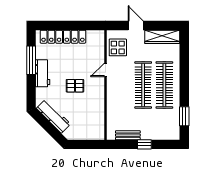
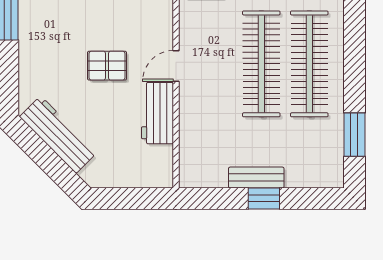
door: (105, 70) -> (176, 66), moved
workbench: (43, 73) -> (157, 113), moved, turned 180
bench: (128, 135) -> (256, 178), moved

